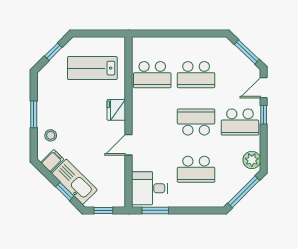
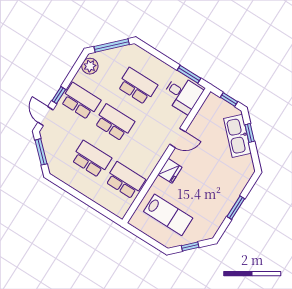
door: (264, 88) -> (45, 116), swing flipped
school desk: (196, 122) -> (114, 123), turned 180
stool: (51, 135) -> (233, 183), removed
filing cabinet: (52, 161) -> (244, 163), removed

